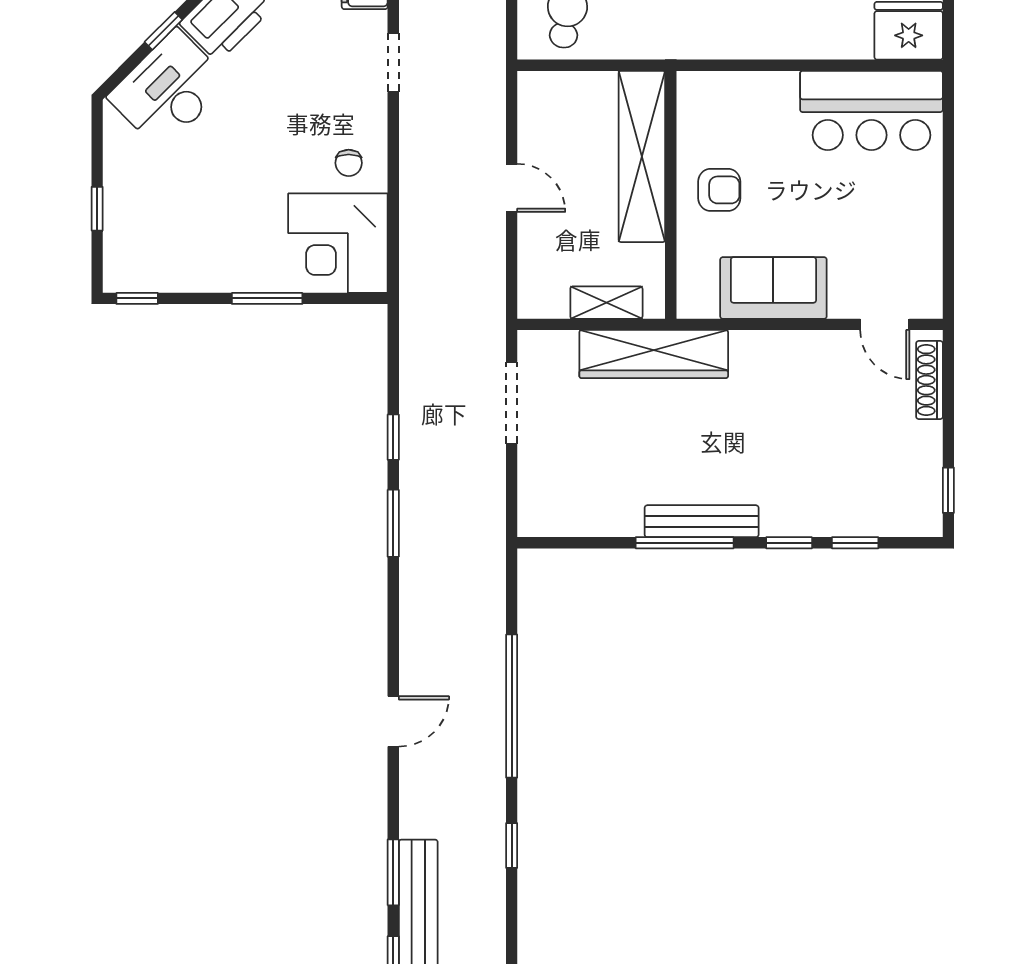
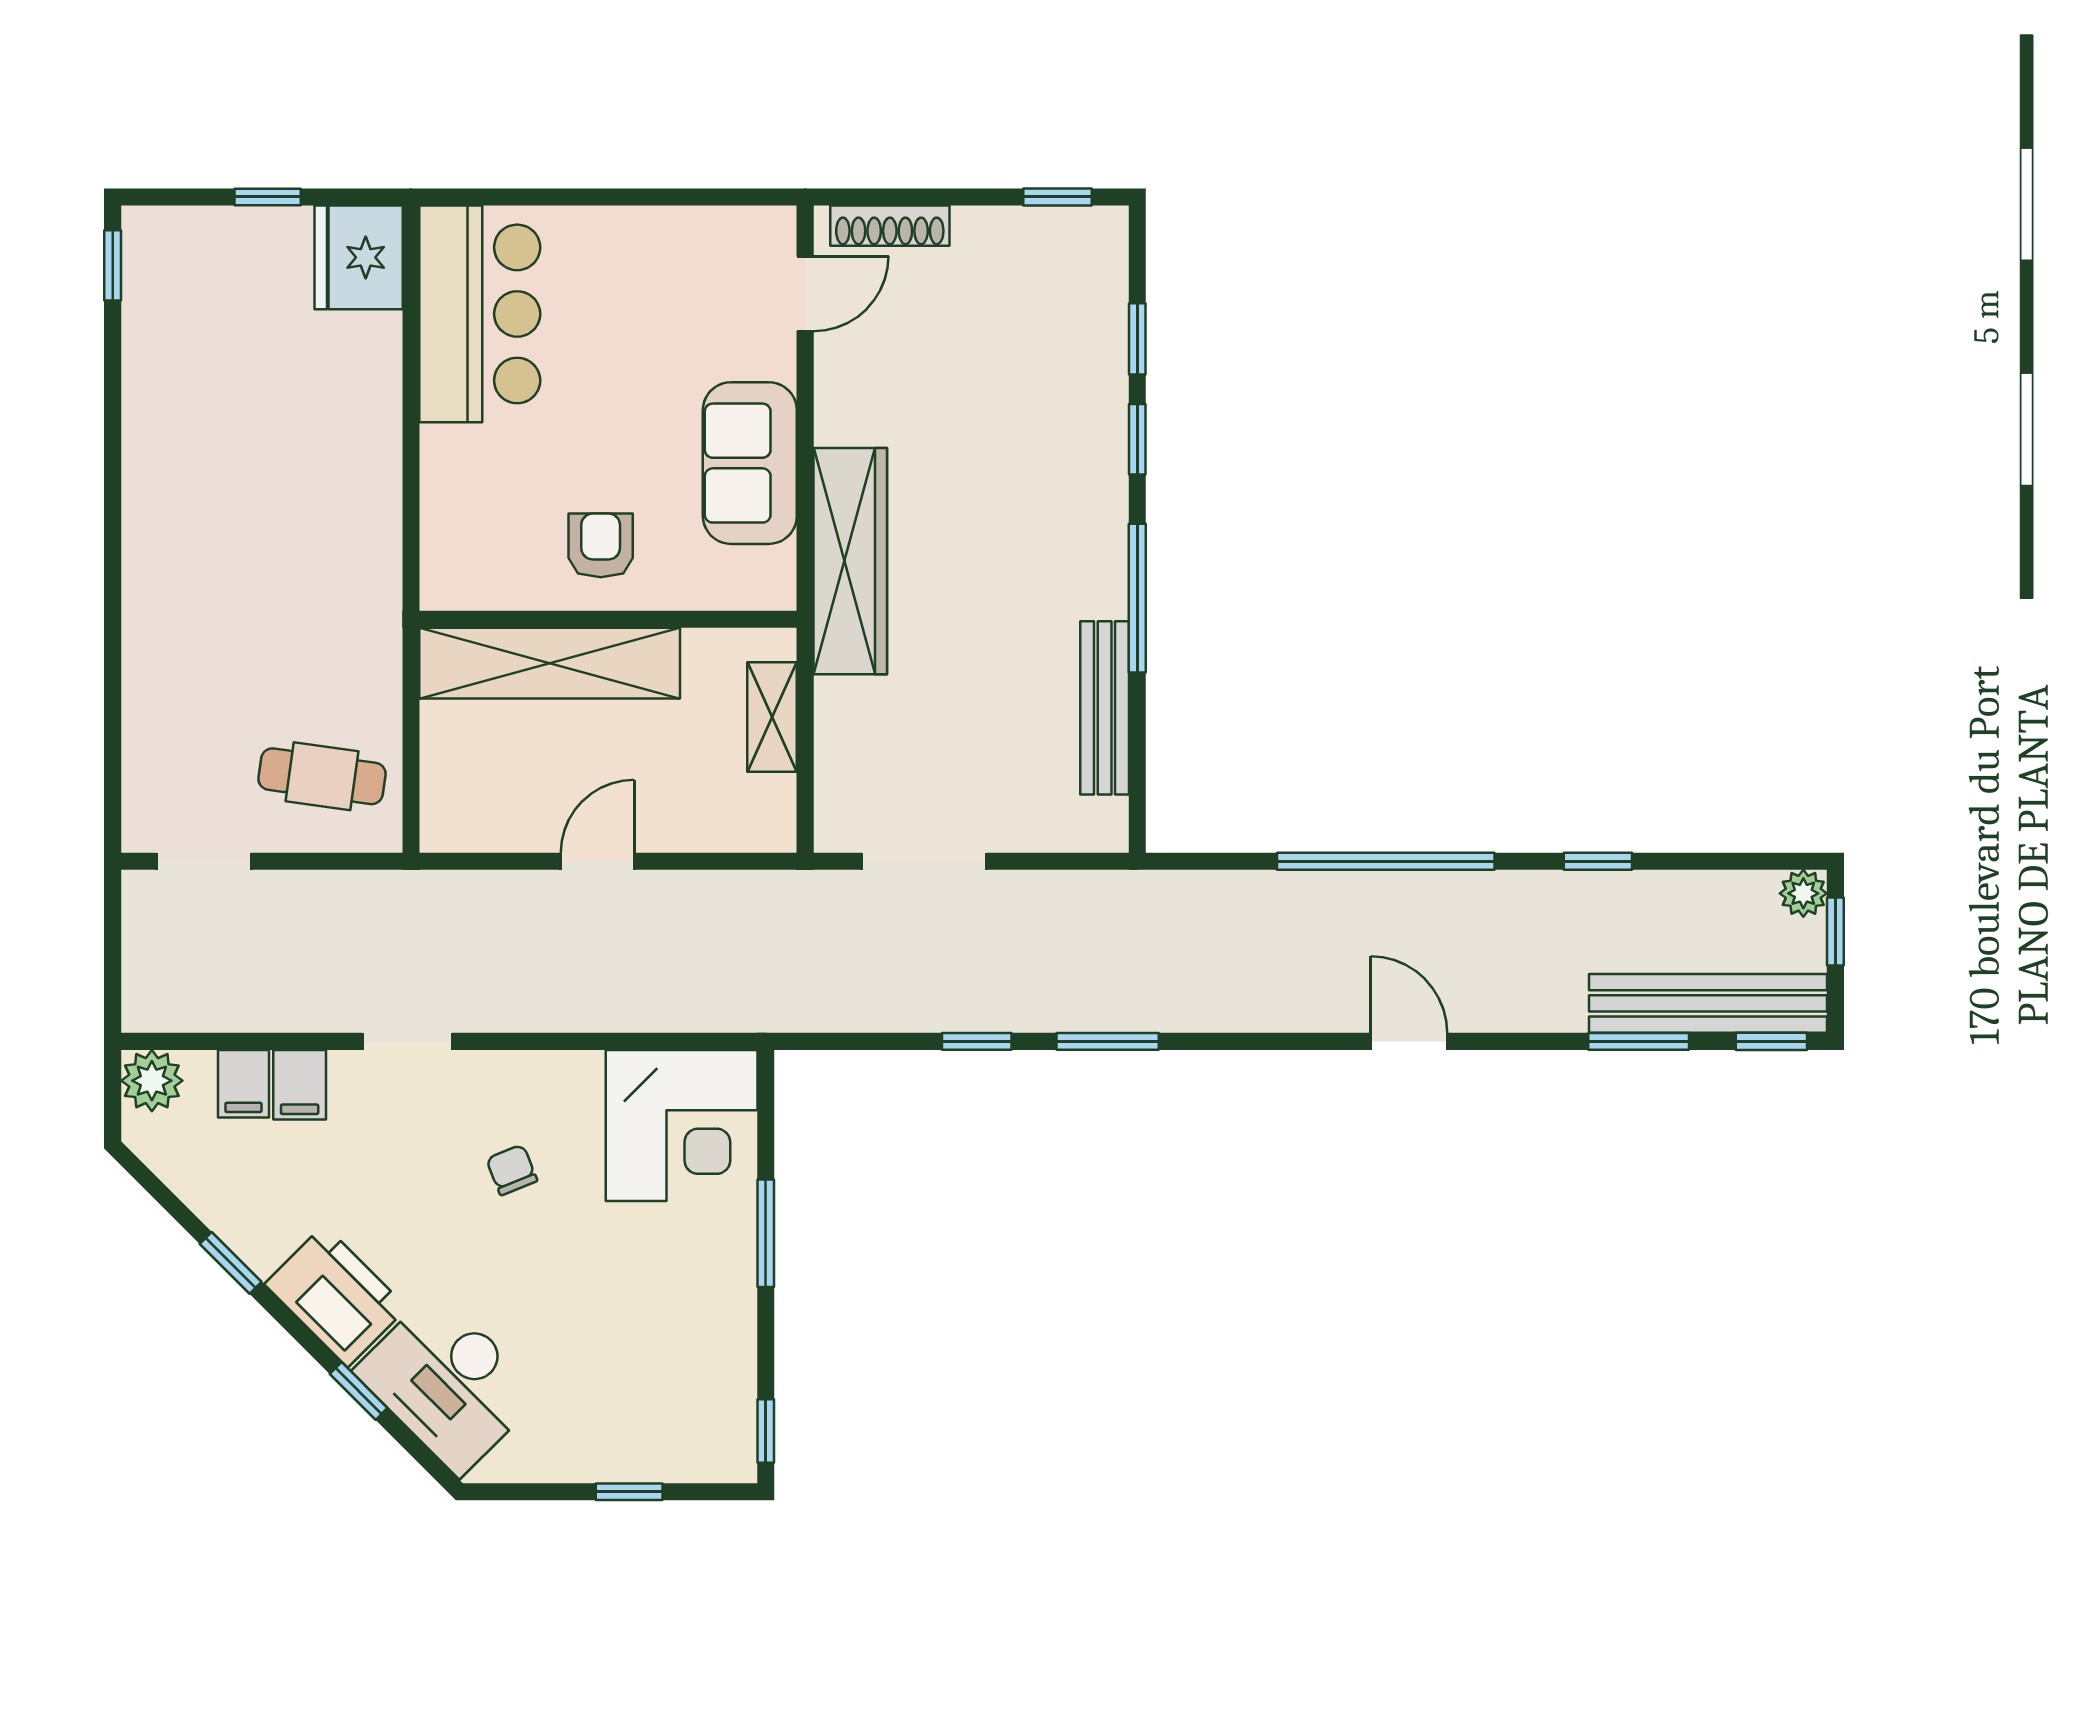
chair: (349, 163) -> (512, 1170), moved, turned -112
wardrobe: (654, 354) -> (850, 561), moved
bench: (702, 521) -> (1105, 708), moved

